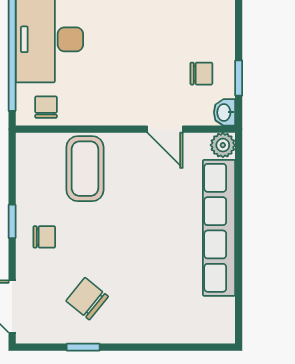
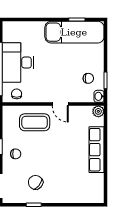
door: (165, 129) -> (60, 104), moved
coffee table: (85, 169) -> (35, 122), turned 90
row of seats: (219, 228) -> (97, 150), width x0.73

